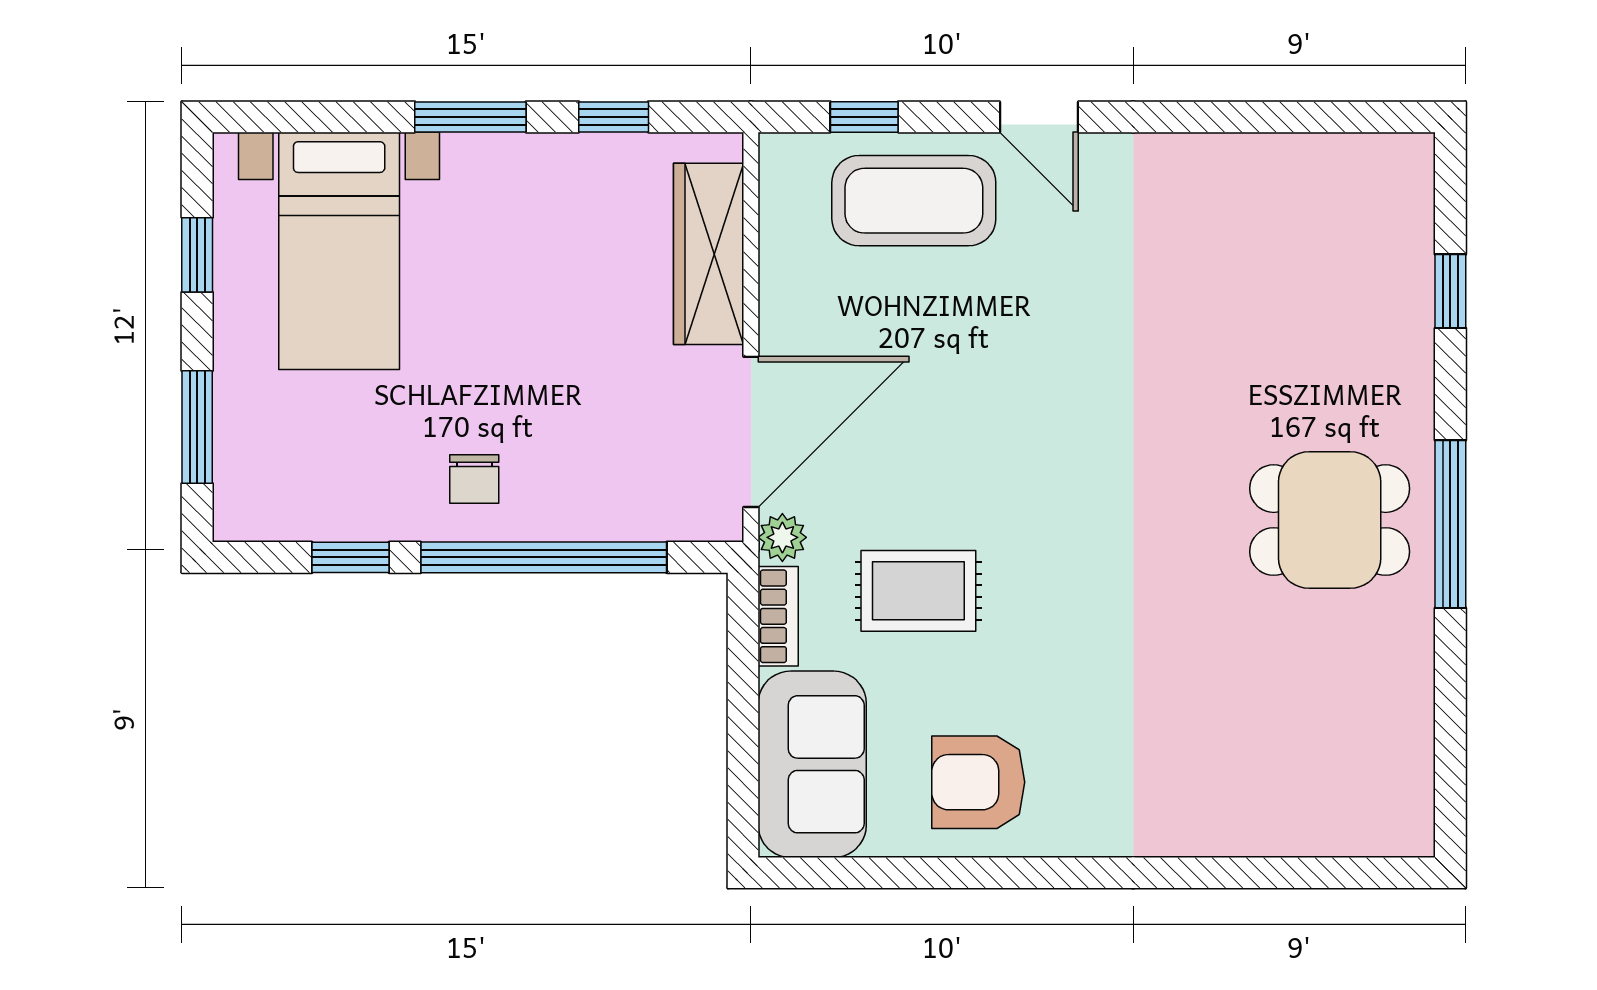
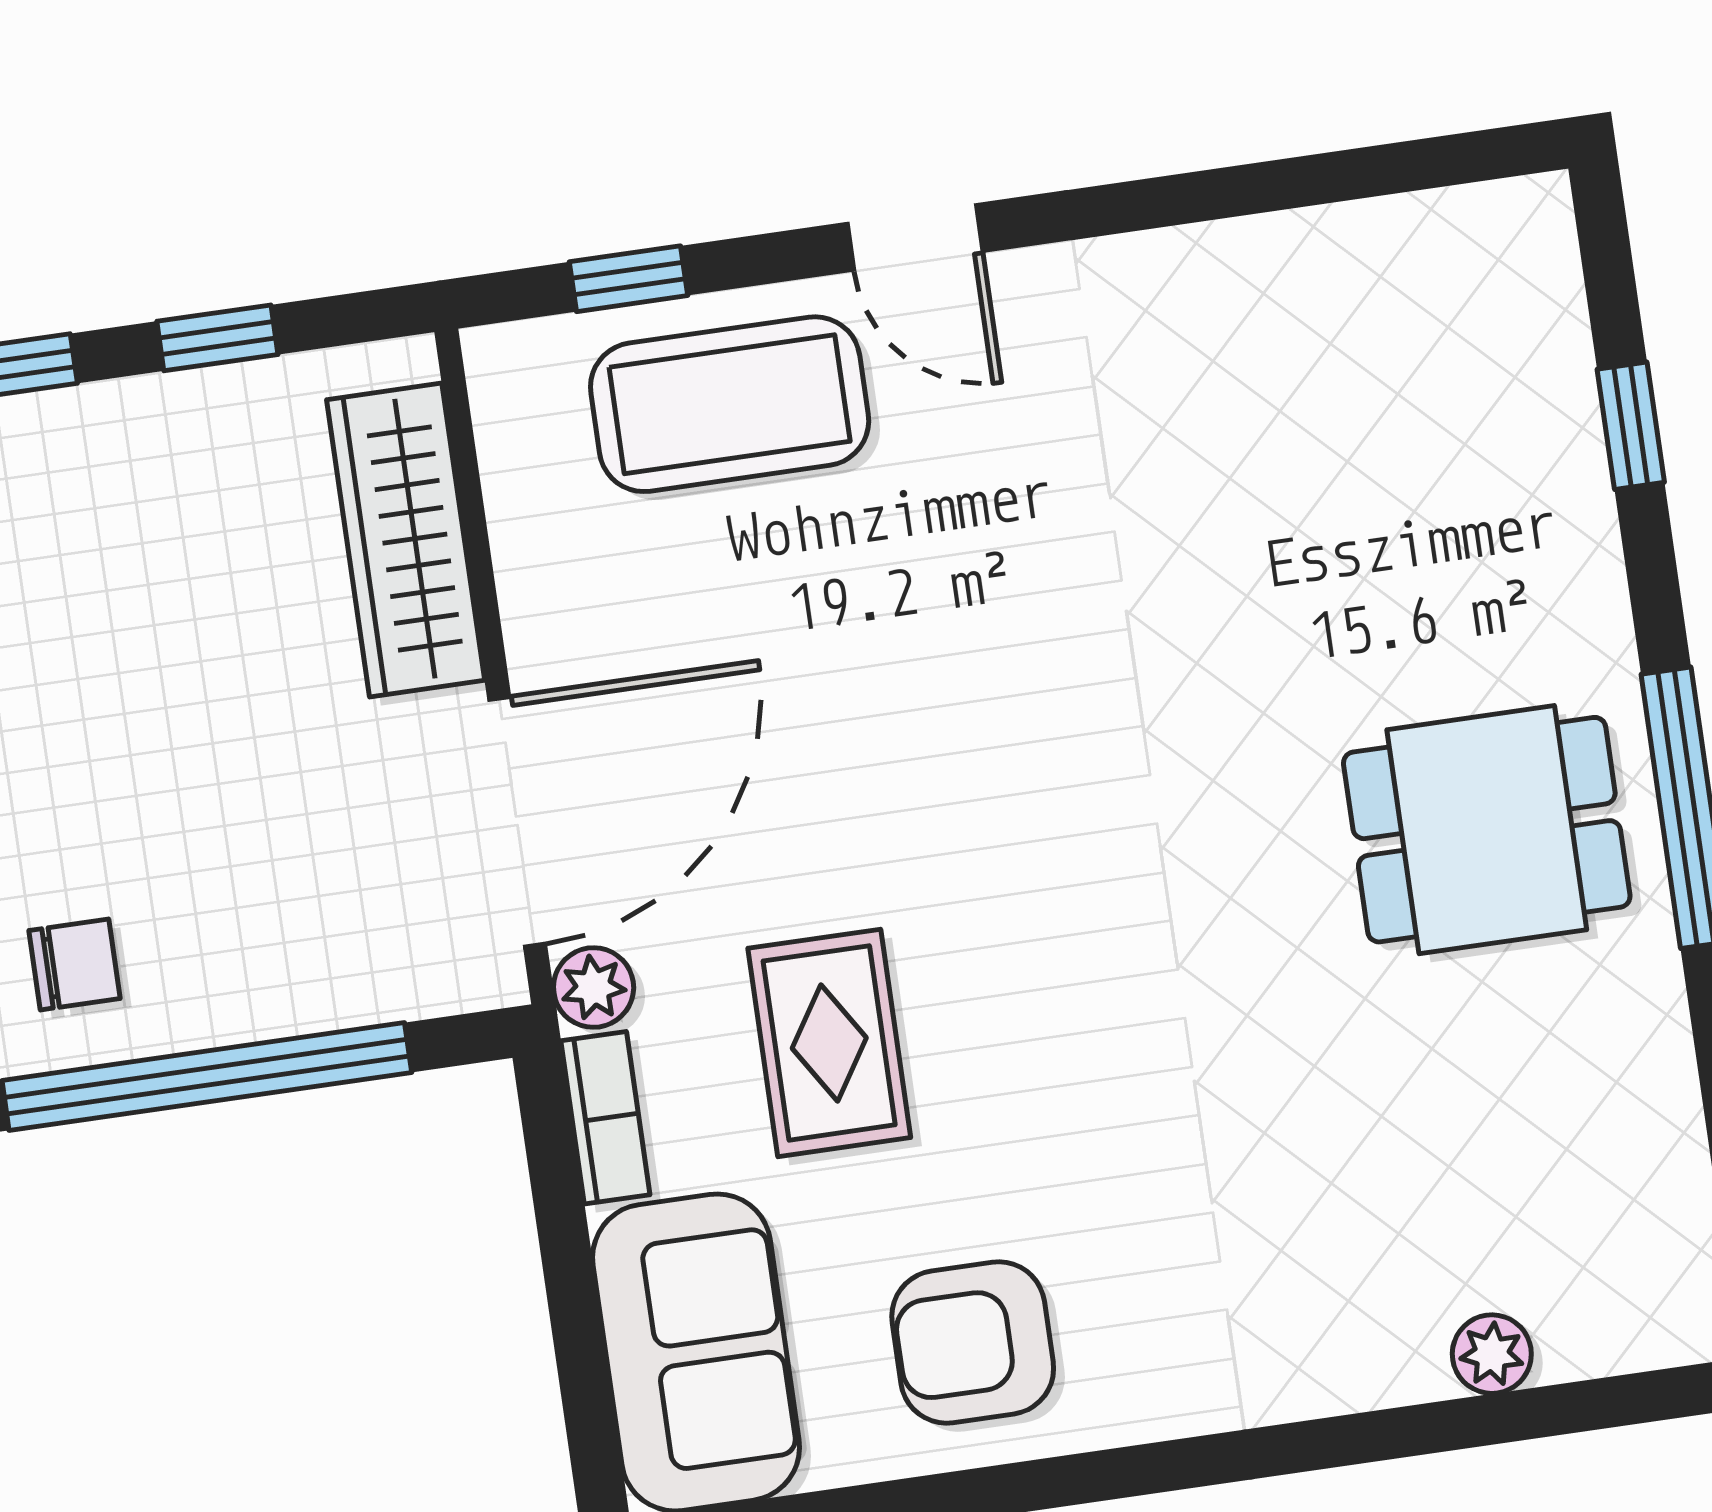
chair: (474, 479) -> (75, 964), turned -90
rug: (918, 591) -> (829, 1043), turned 90
plant: (1287, 834) -> (1492, 1354), added

